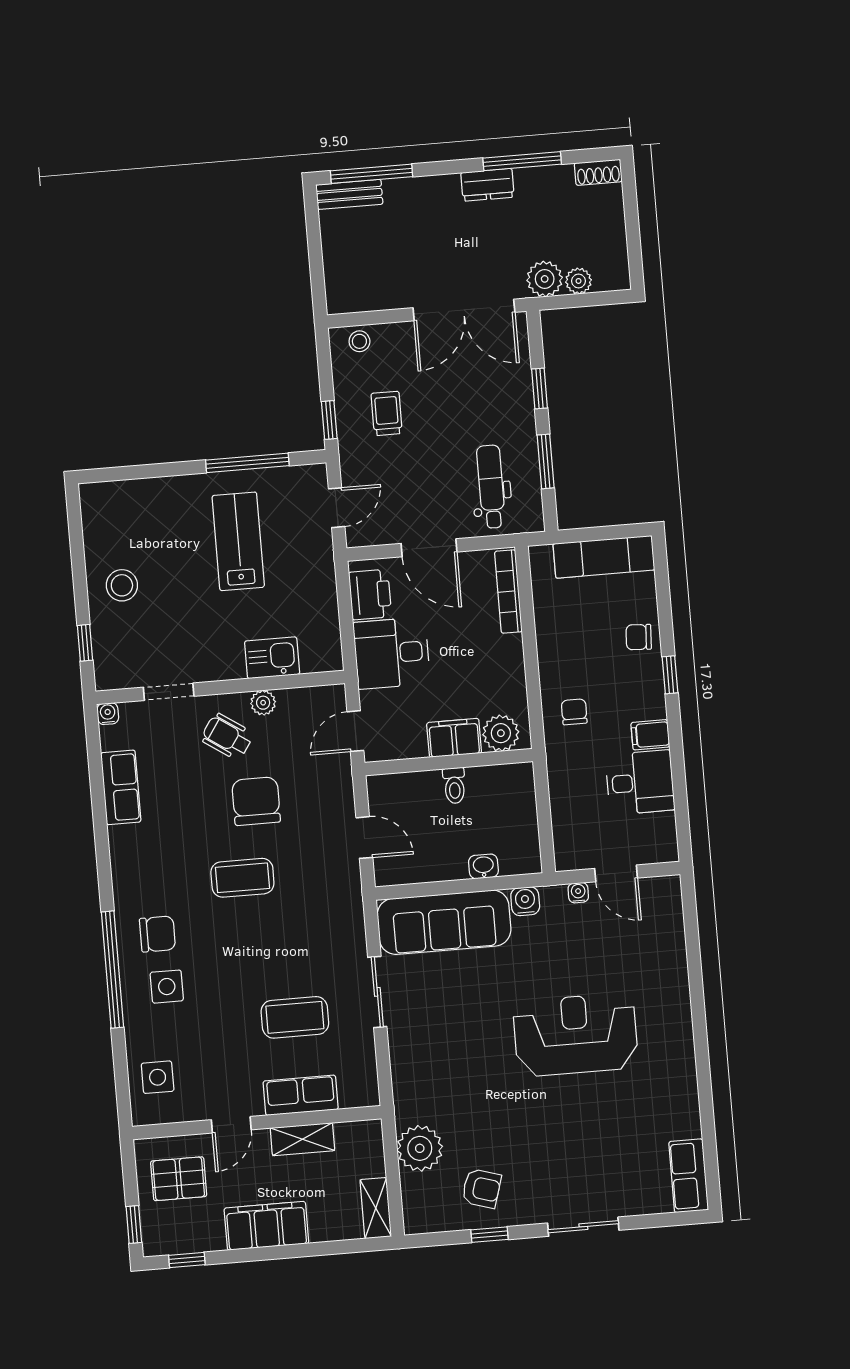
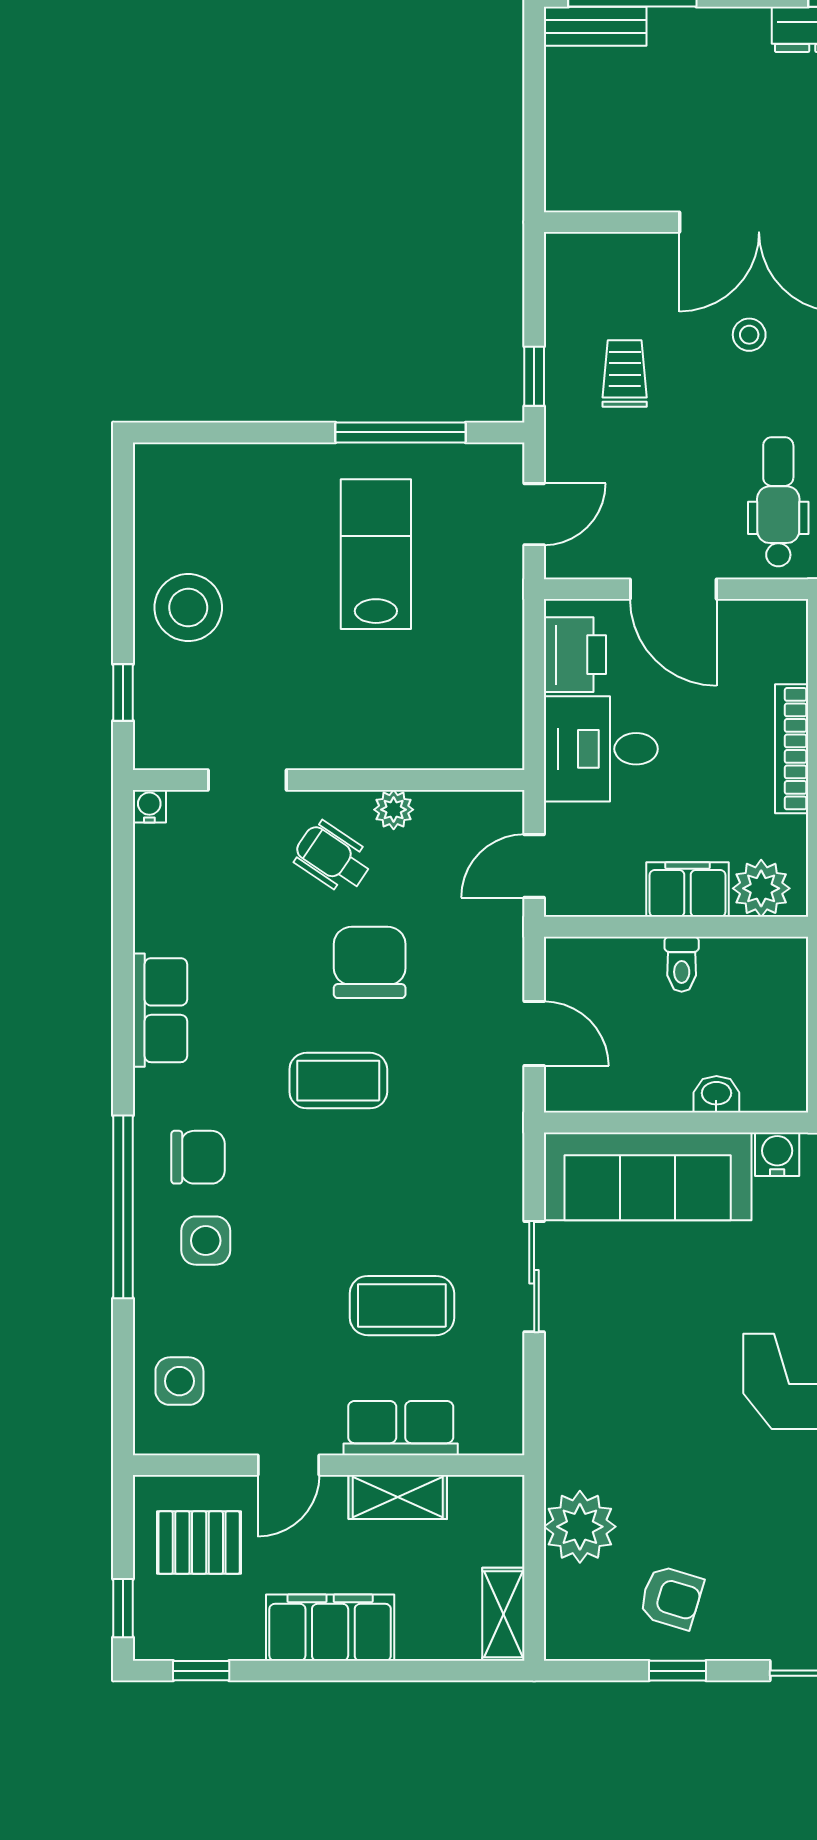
stool: (359, 341) -> (749, 335), moved
stool: (122, 585) -> (188, 608), width x1.38, depth x1.38
bookcase: (508, 592) -> (792, 749), moved
kitchen sink: (272, 658) -> (414, 740), removed
row of seats: (121, 787) -> (160, 1010), moved

